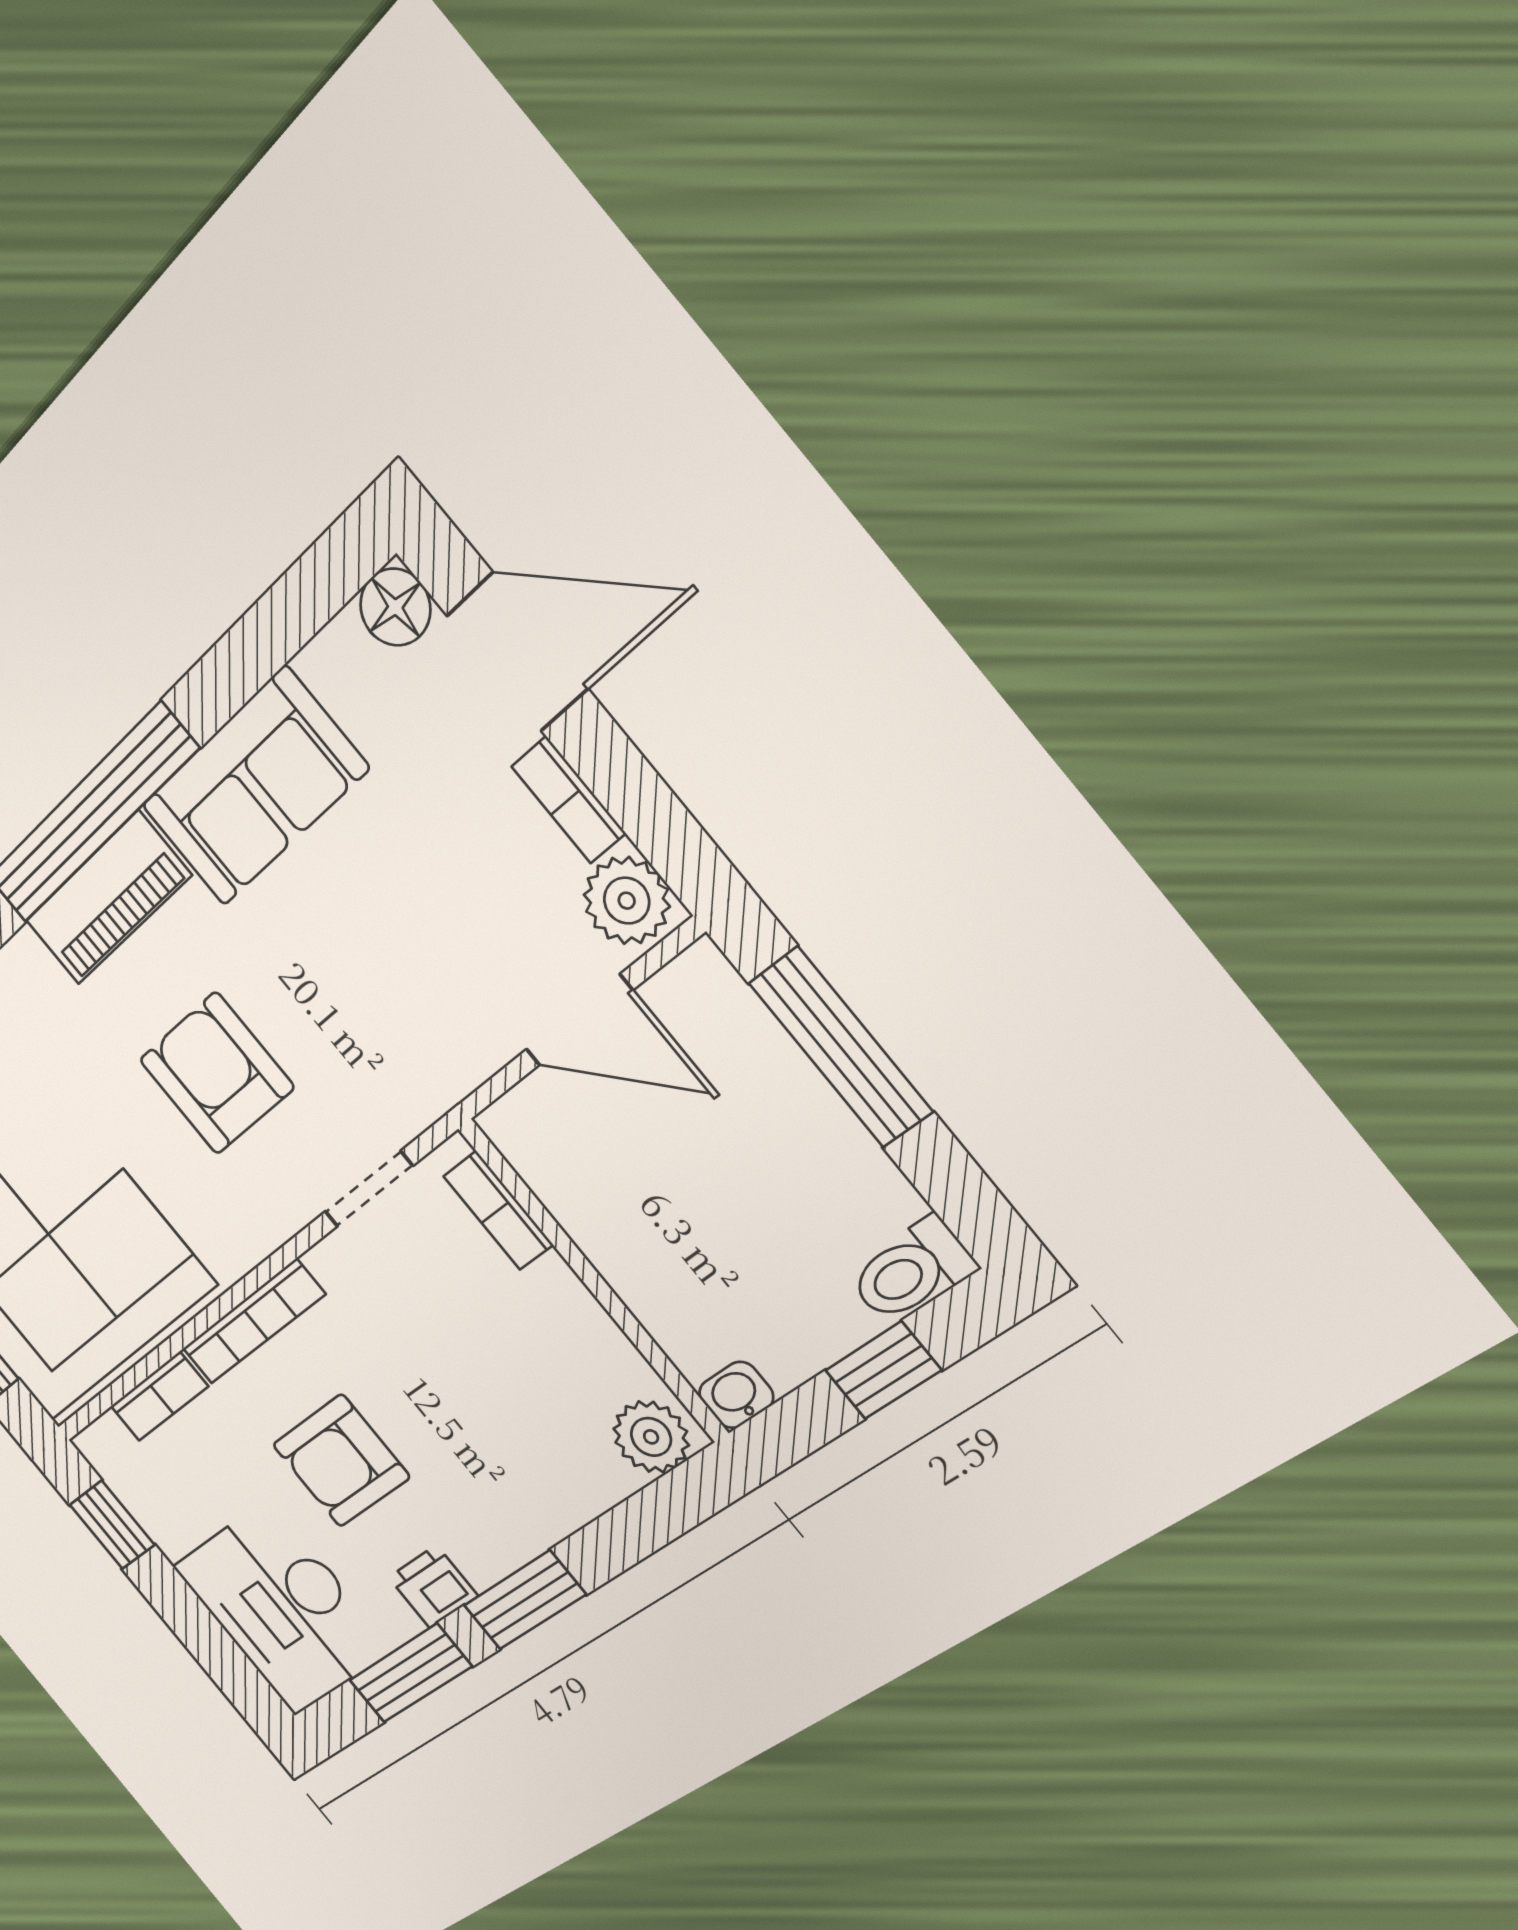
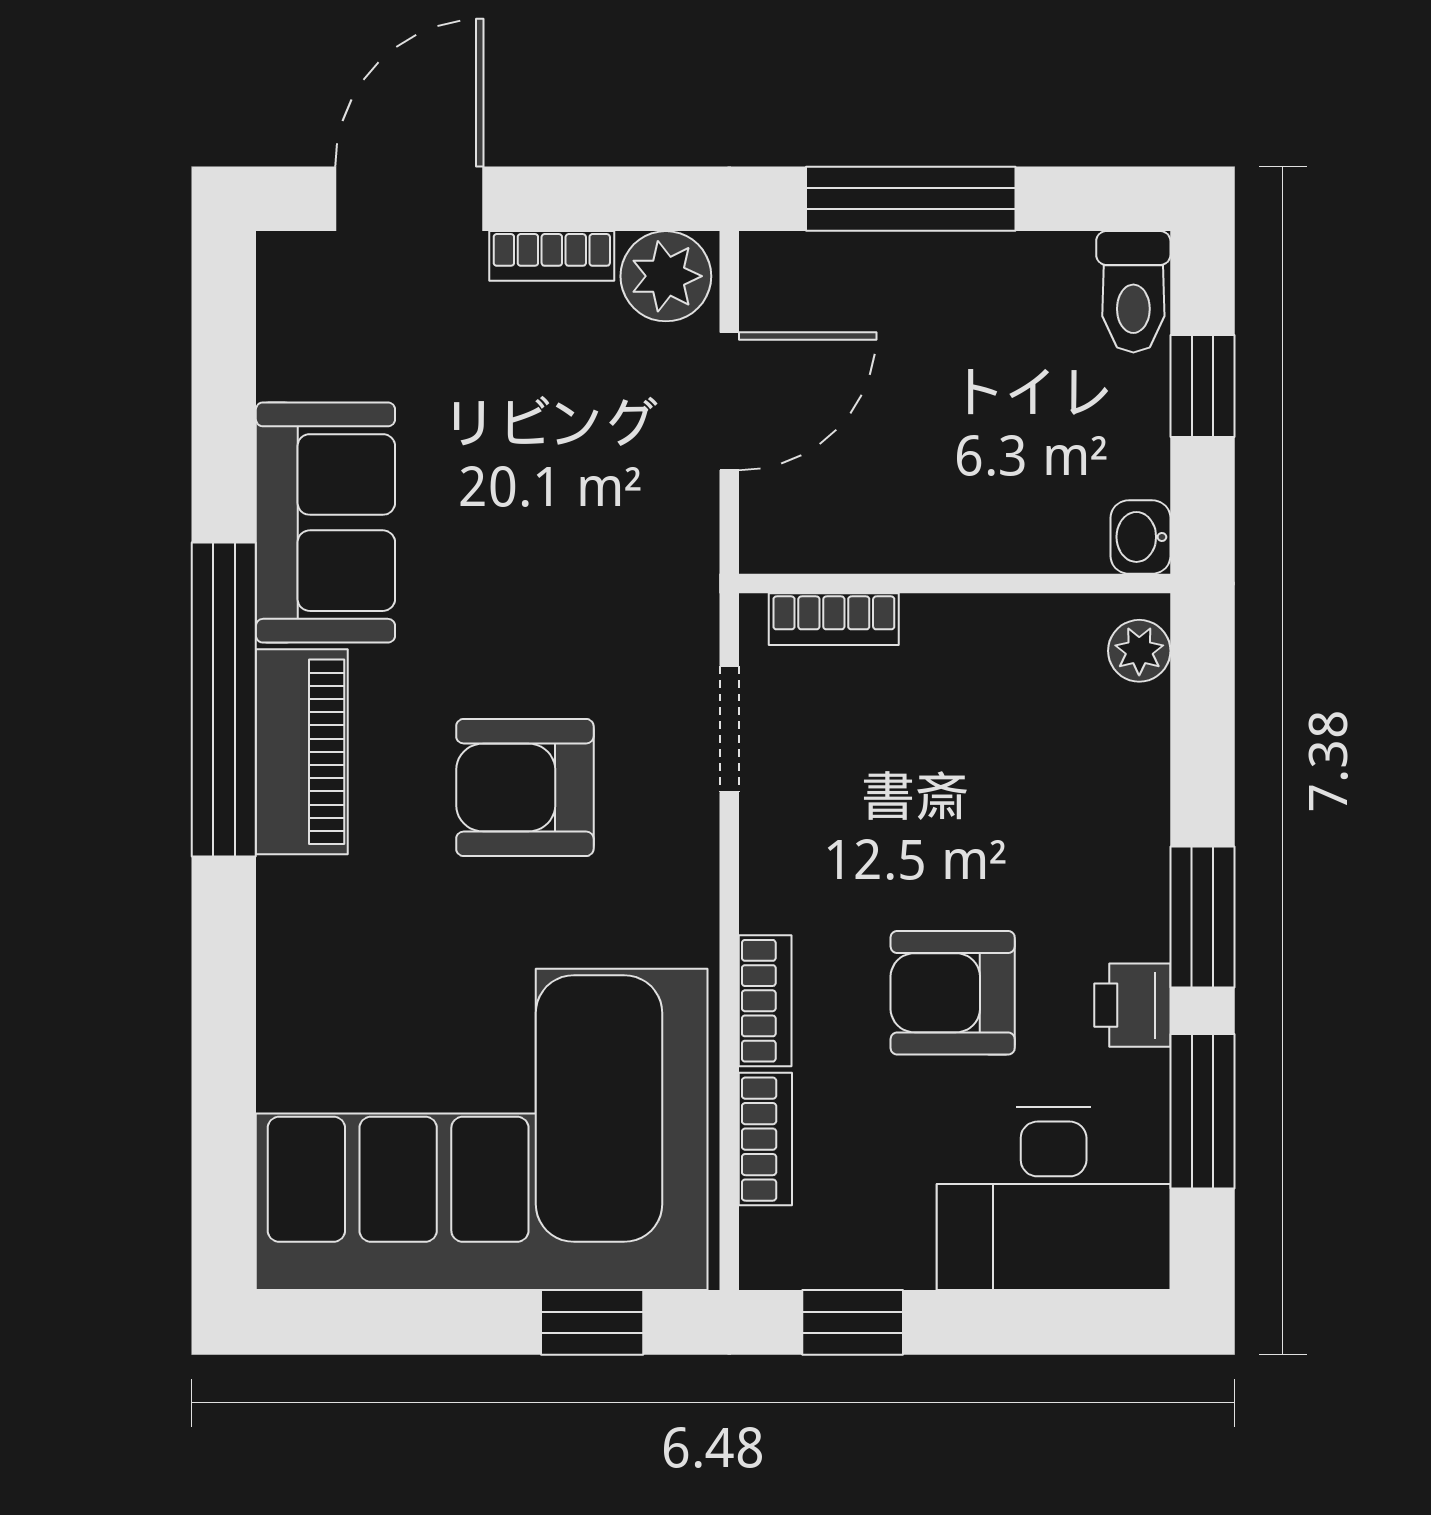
floor lamp: (395, 607) -> (294, 269), removed
bookcase: (253, 1322) -> (765, 1001), width x0.64
plant: (651, 1437) -> (1139, 651), width x0.73, depth x0.73
armchair: (341, 1461) -> (953, 993), turned 90

